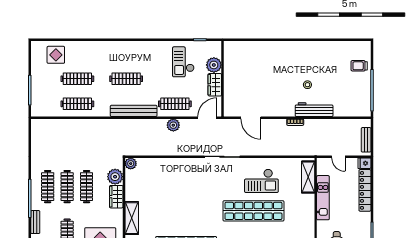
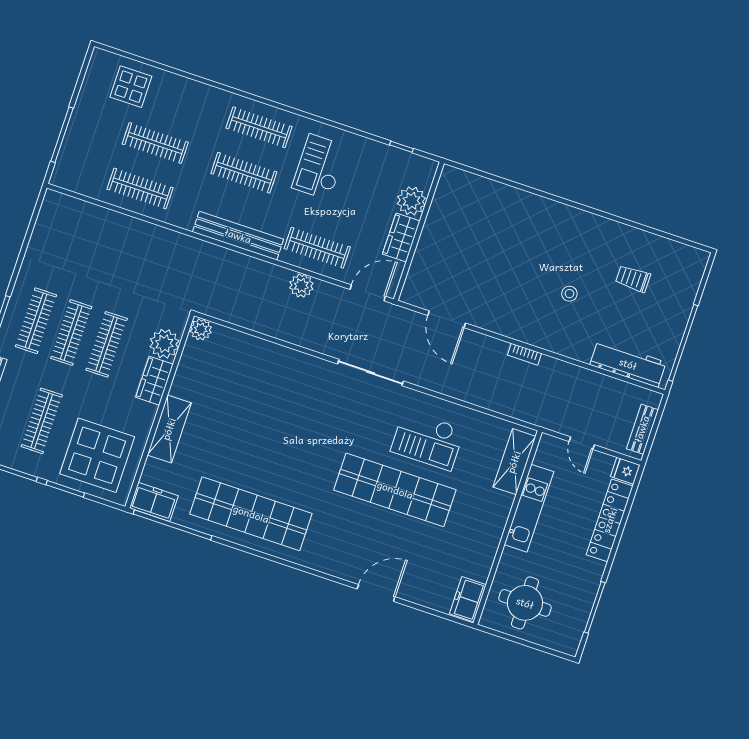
clothes rail: (126, 54) -> (259, 127), added
checkout: (183, 62) -> (319, 167), moved
trolley: (359, 66) -> (633, 279), moved
workbench: (314, 110) -> (628, 364), moved

